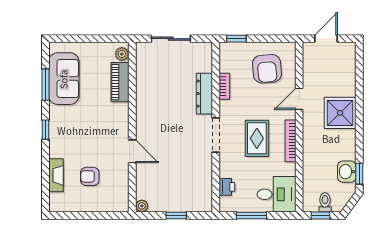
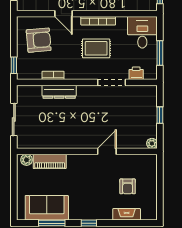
doorway: (216, 135) -> (111, 82), moved

